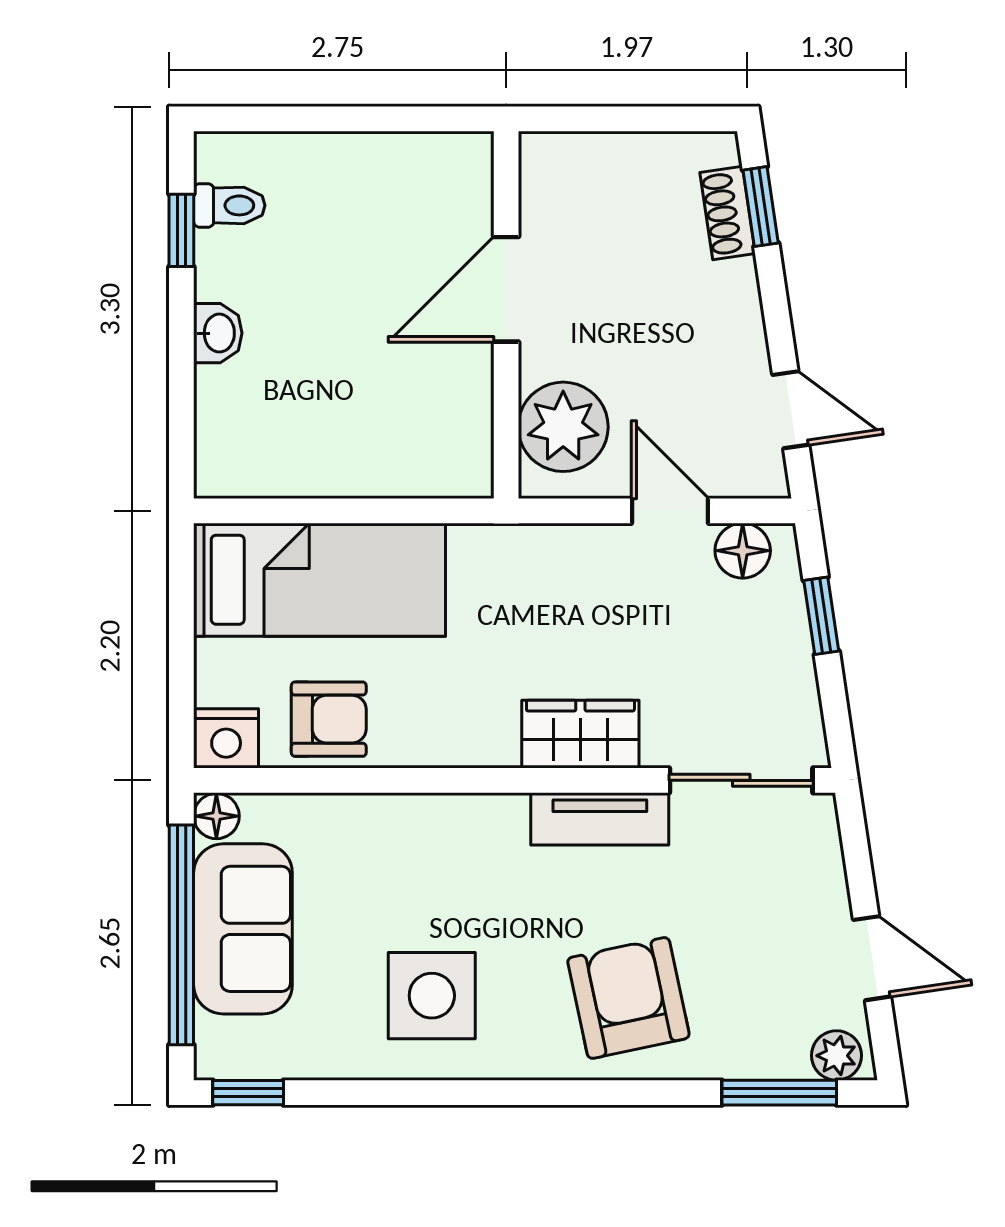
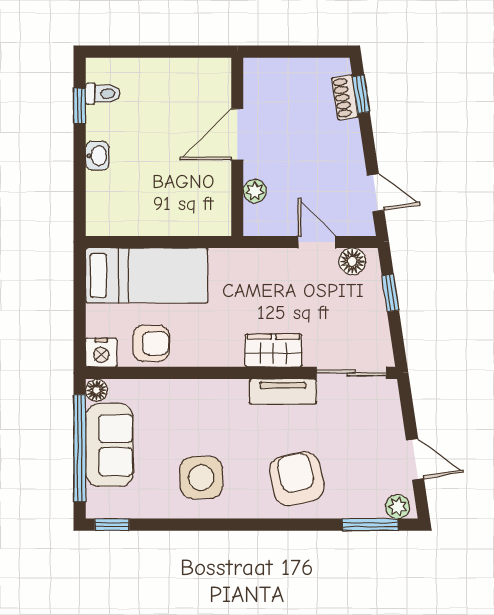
plant: (563, 427) -> (255, 191), width x0.53, depth x0.53

